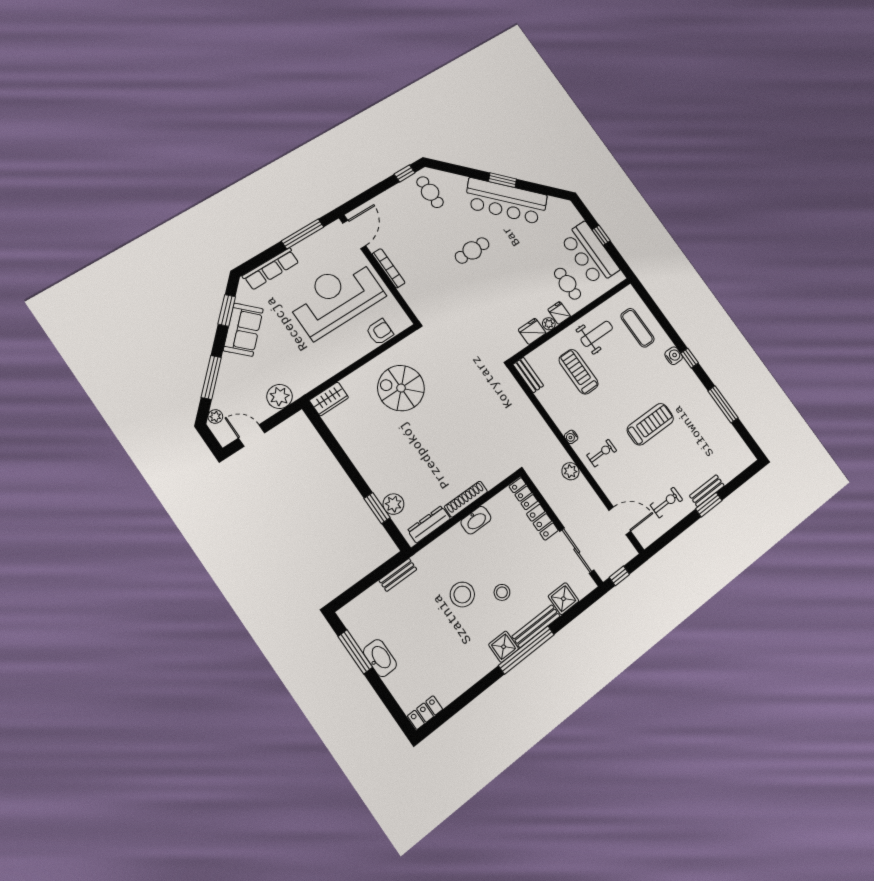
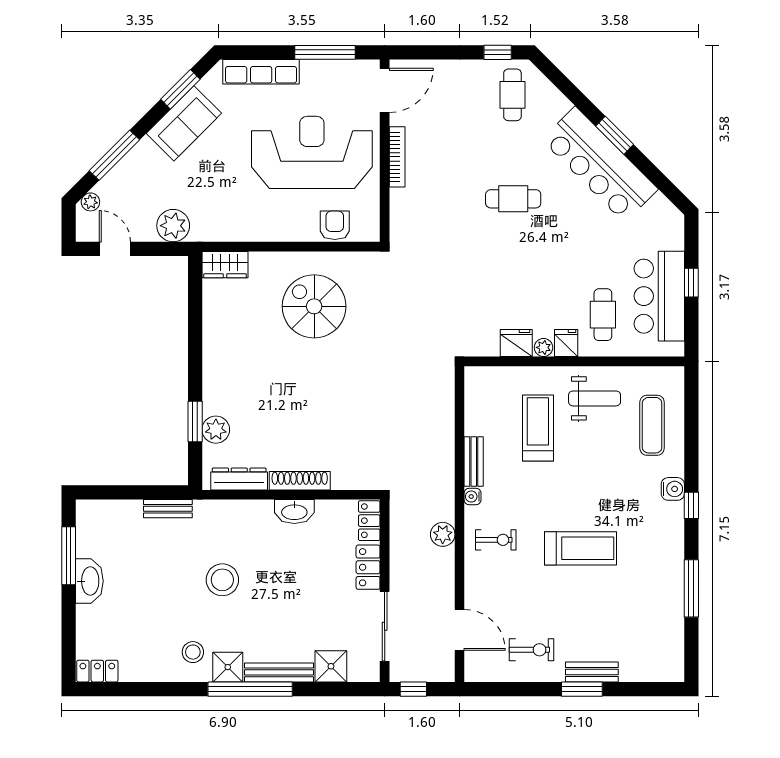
armchair: (380, 332) -> (335, 225), turned -90
bench: (528, 375) -> (474, 461), moved
stool: (502, 592) -> (193, 652), moved

